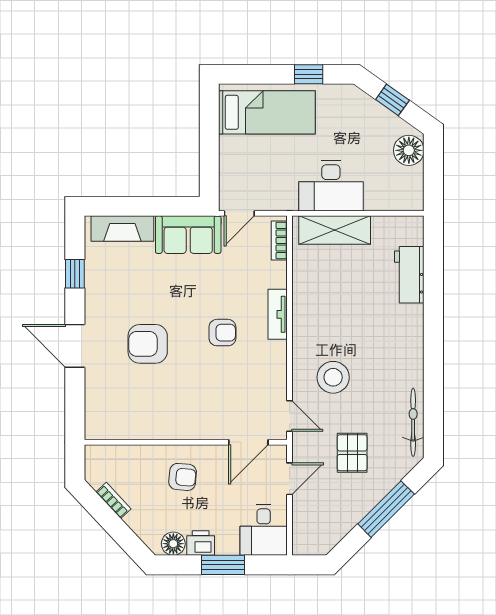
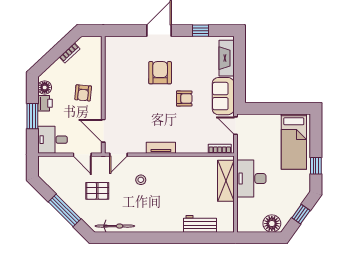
tv unit: (278, 314) -> (161, 148), moved
armchair: (222, 333) -> (184, 99), moved, turned -90
stool: (333, 377) -> (141, 180), width x0.53, depth x0.53

